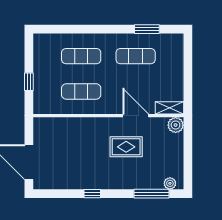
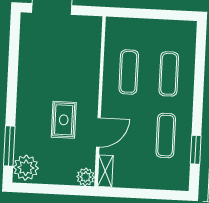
window: (29, 82) -> (143, 13), removed
plant: (170, 183) -> (26, 168), width x1.87, depth x1.87
window: (92, 194) -> (13, 79), removed

